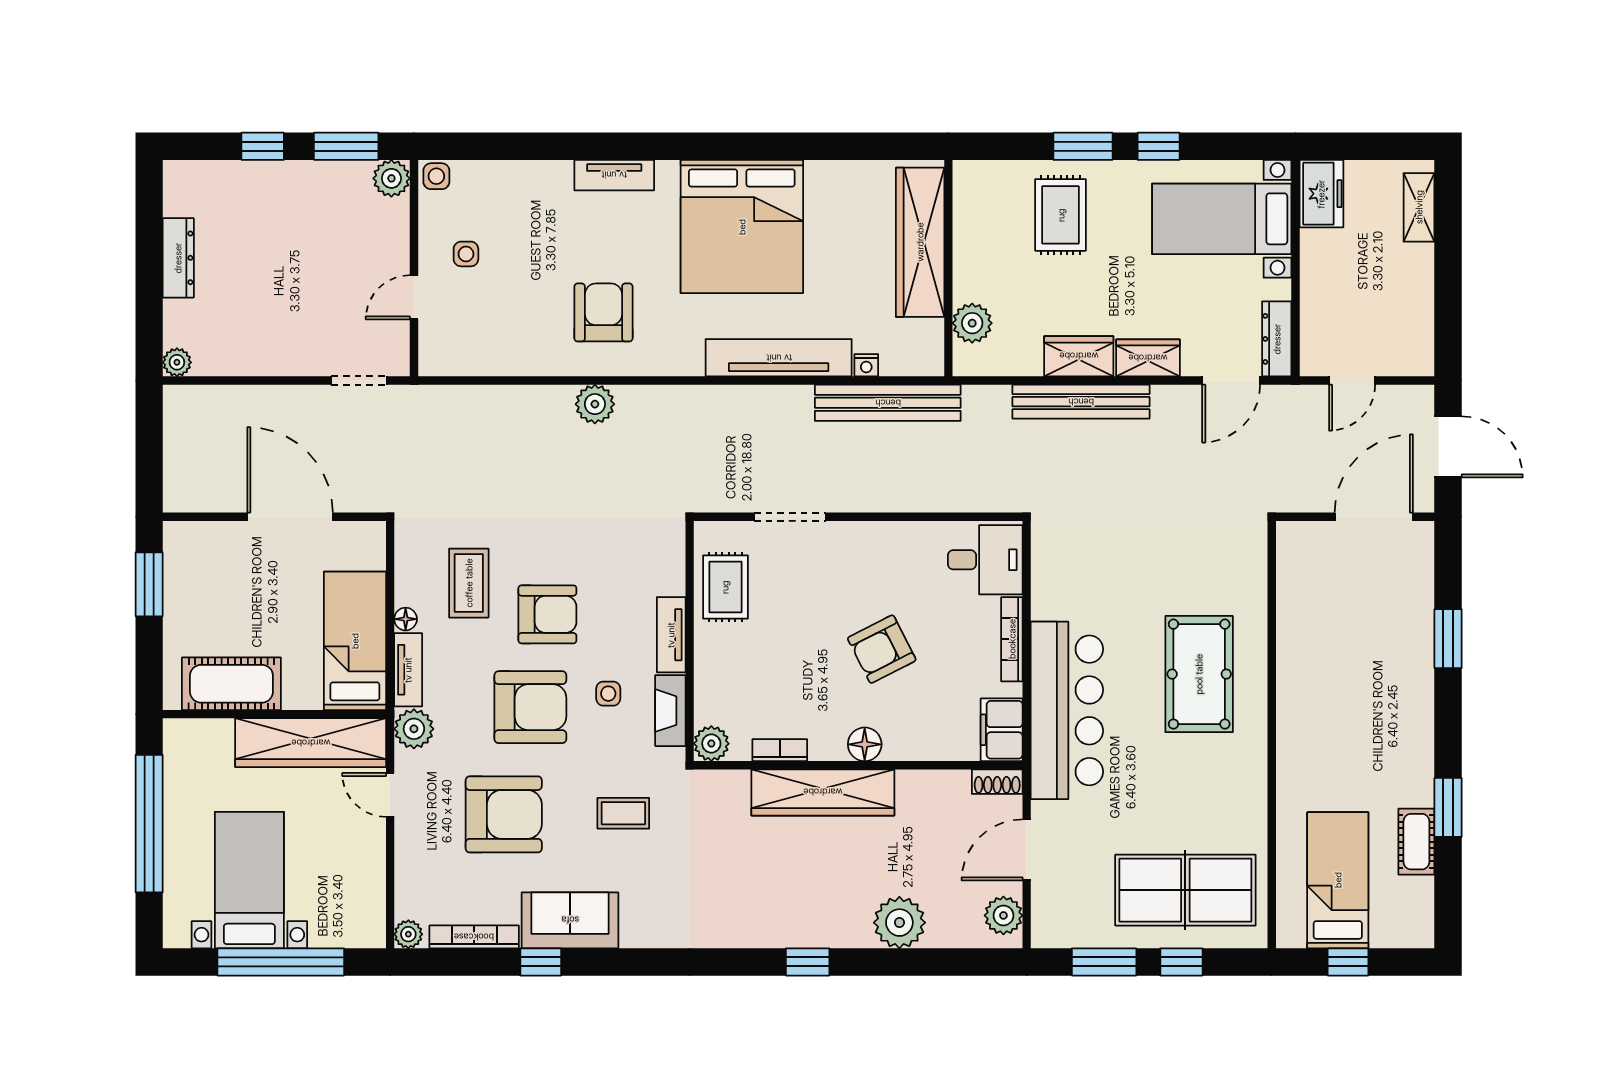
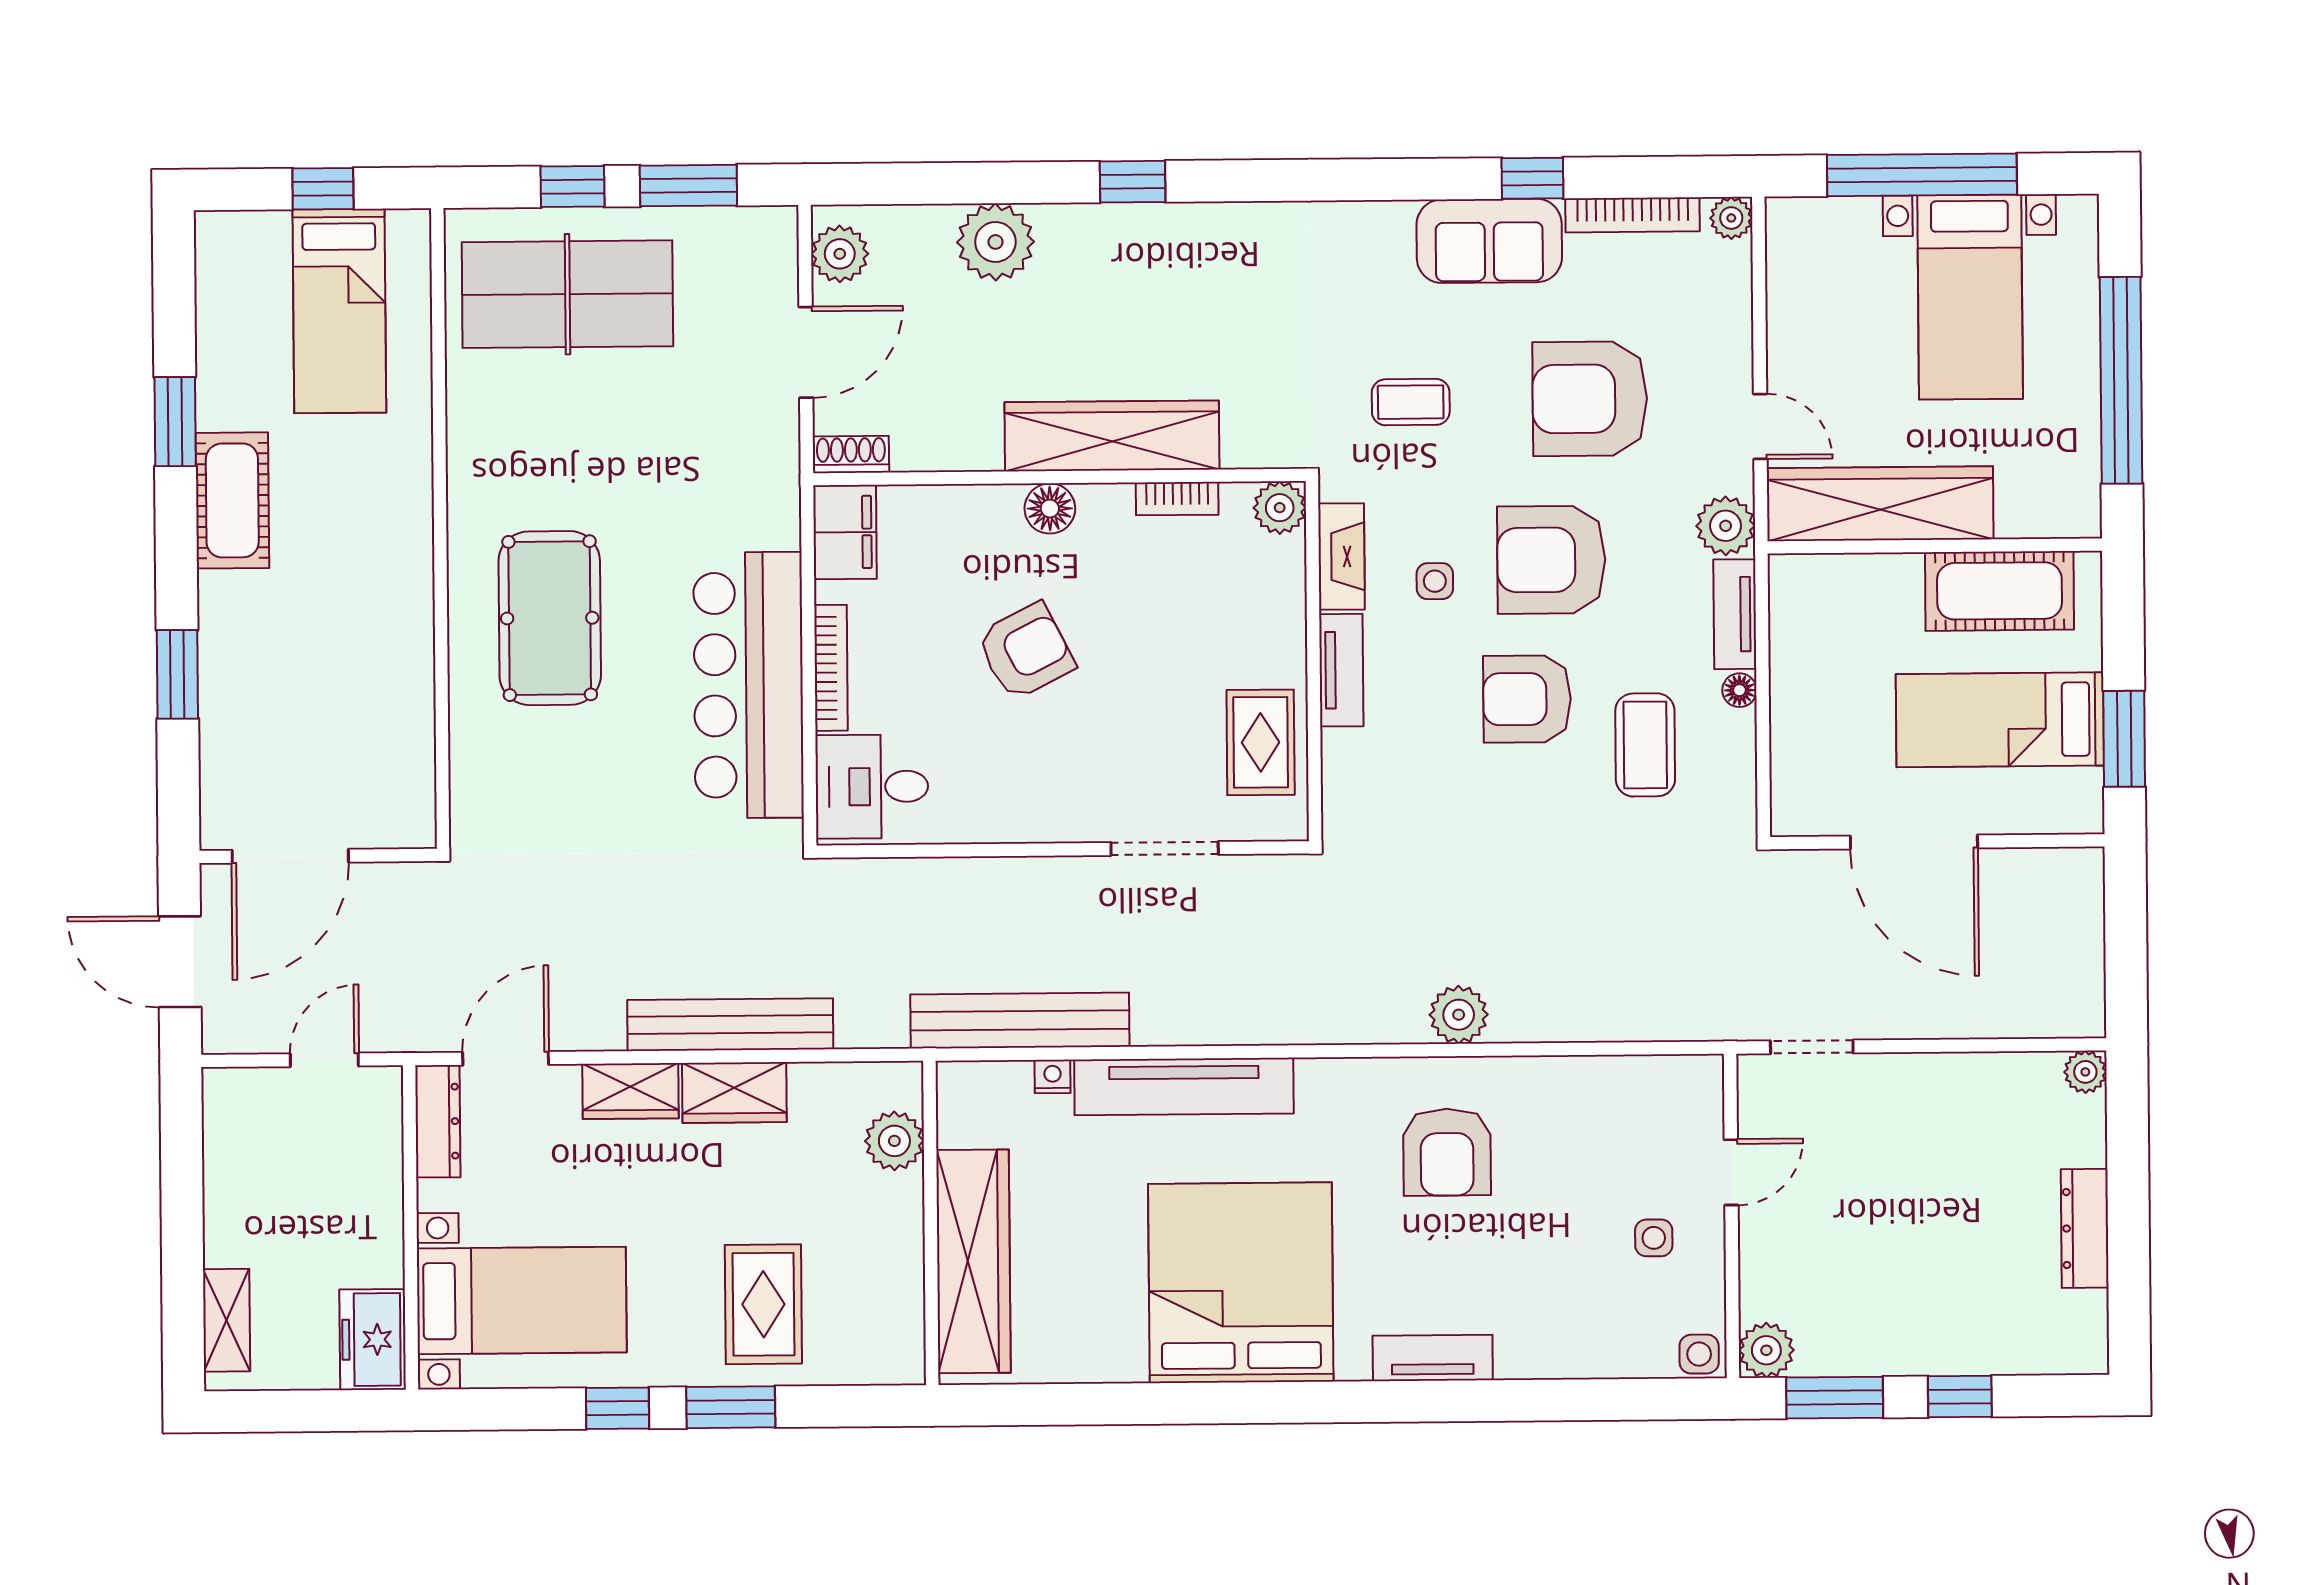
bed: (355, 641) -> (2000, 720), moved, turned 90
bar counter: (1067, 710) -> (749, 685), moved
cot: (1416, 842) -> (232, 500), moved, width x1.37, depth x1.34

